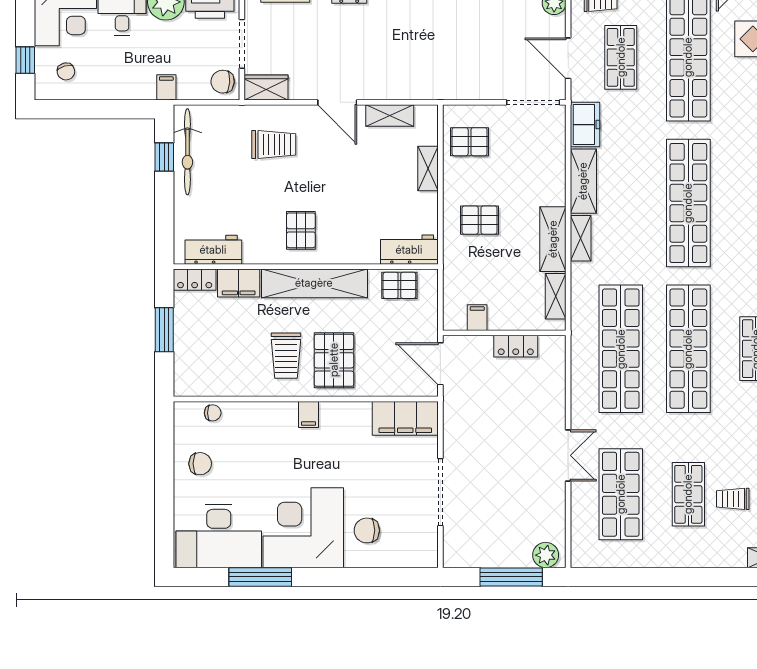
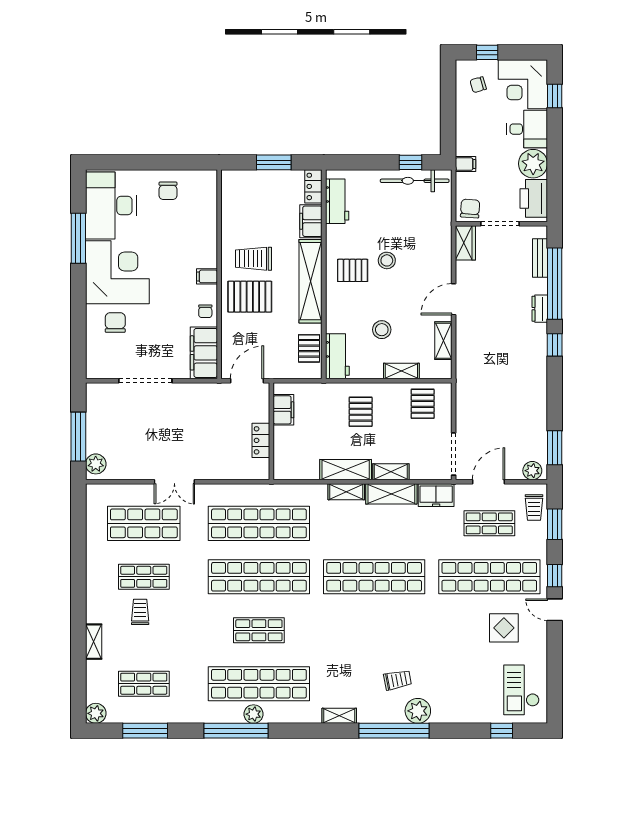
trolley: (274, 144) -> (420, 249), removed
stool: (288, 187) -> (387, 260), added
stool: (376, 193) -> (382, 330), added
shelving: (556, 296) -> (391, 472), moved
filing cabinet: (477, 318) -> (283, 410), width x2.00
chair: (213, 413) -> (205, 311), moved

